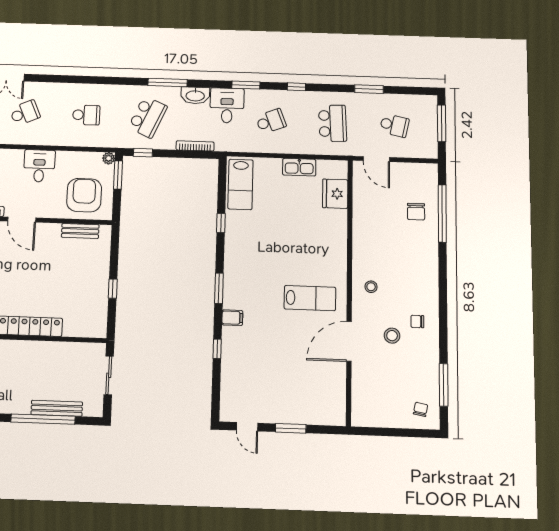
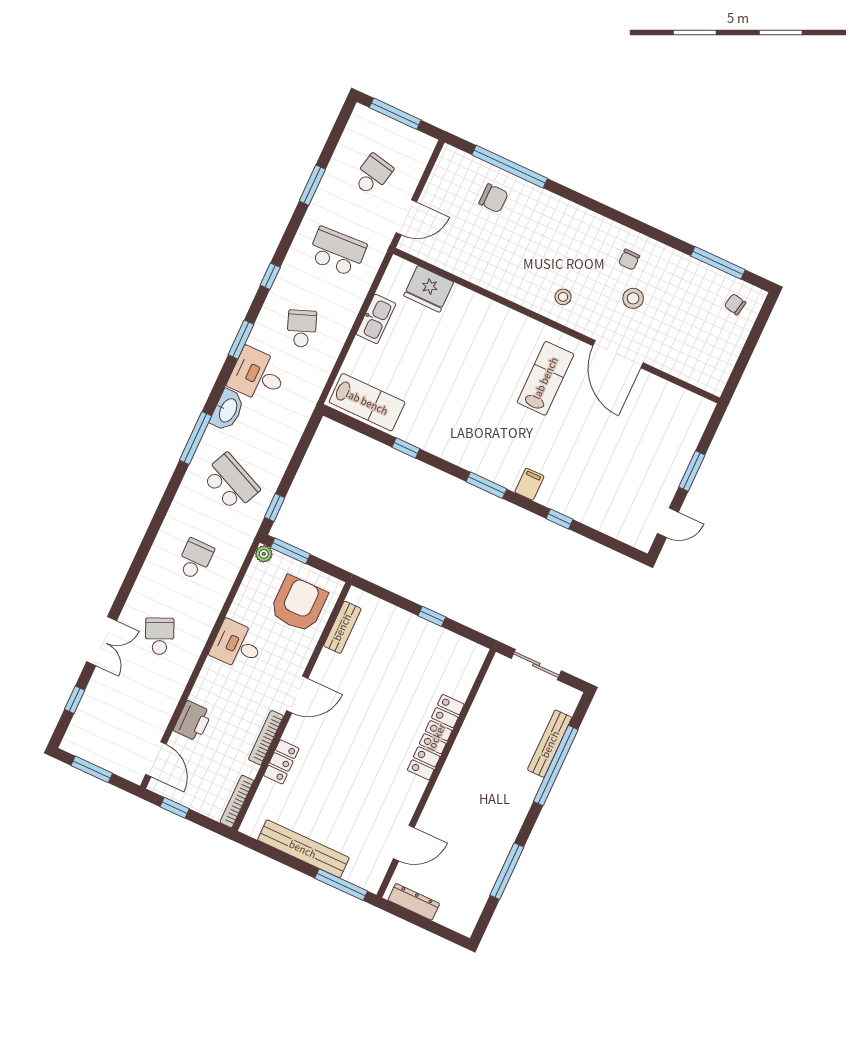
bookcase: (195, 146) -> (293, 438), removed
armchair: (84, 195) -> (299, 604), turned 90

